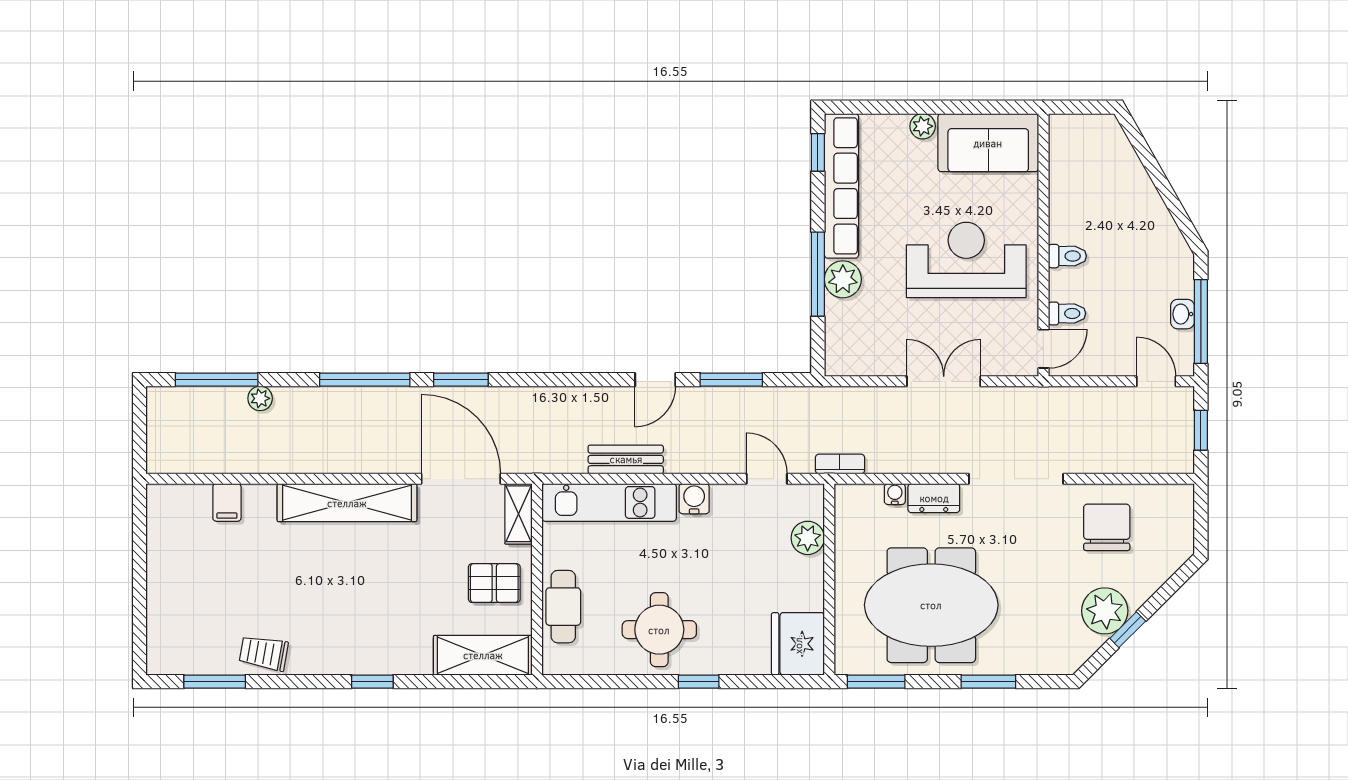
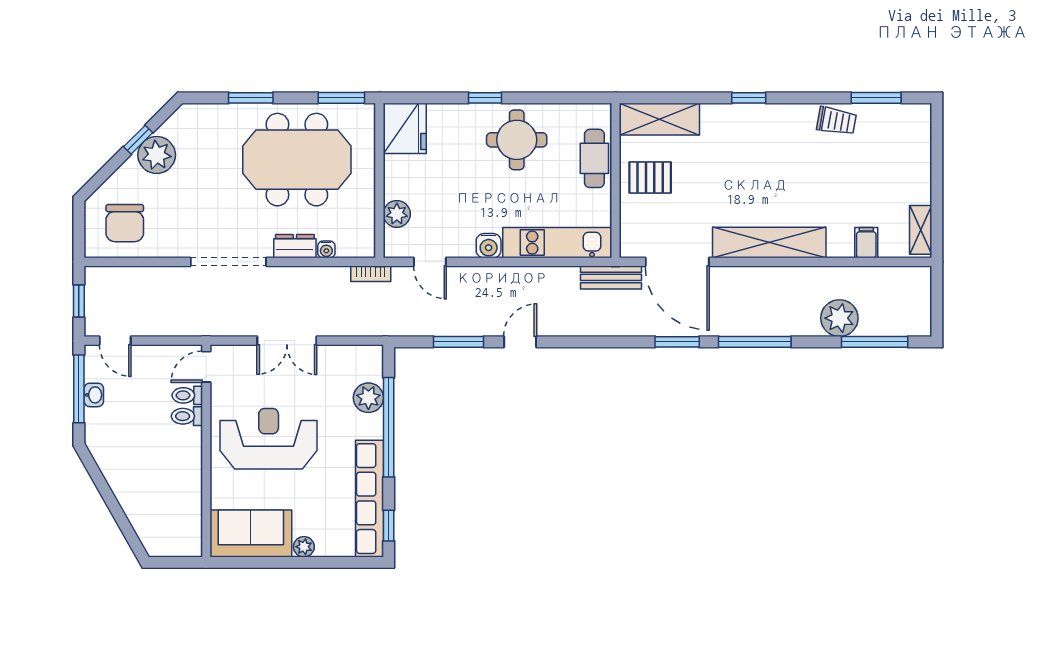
toilet: (1067, 256) -> (187, 416), moved
reception desk: (966, 260) -> (269, 439), turned 180
window: (818, 274) -> (389, 427), width x1.46
plant: (843, 279) -> (368, 398), moved
plant: (260, 398) -> (839, 318), width x1.88, depth x1.88
bench: (626, 459) -> (611, 277), moved
shelving: (519, 514) -> (921, 230), moved
chair: (1107, 527) -> (125, 223), moved

